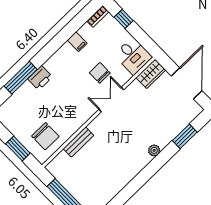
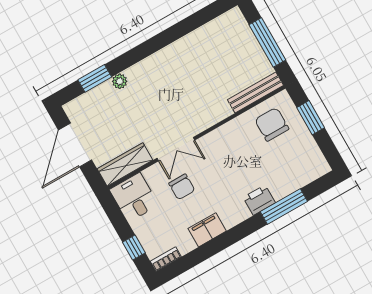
filing cabinet: (77, 42) -> (207, 230), width x2.00
wardrobe: (151, 74) -> (125, 164), width x1.50
bench: (78, 142) -> (255, 92), moved, width x1.36
plant: (154, 150) -> (120, 81), moved

